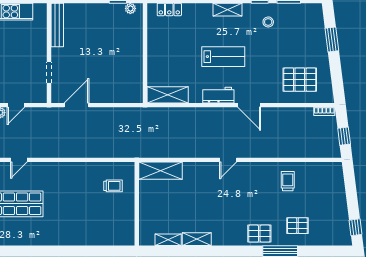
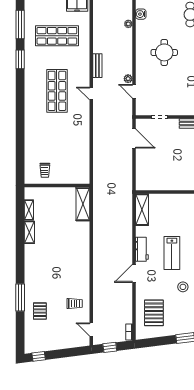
stool: (266, 42) -> (183, 287), added
door: (228, 160) -> (91, 330), moved
trolley: (113, 186) -> (45, 170), moved
pallet: (259, 234) -> (34, 281), removed

